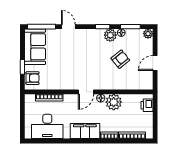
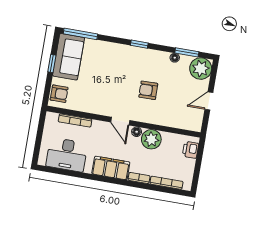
door: (68, 27) -> (113, 39), removed
window: (103, 27) -> (139, 44), moved
plant: (148, 34) -> (201, 69), width x1.88, depth x1.88
plant: (110, 35) -> (161, 58), removed
armchair: (120, 59) -> (148, 90), moved, turned -142
window: (22, 67) -> (52, 64), moved
door: (86, 92) -> (120, 121), hinge flipped

